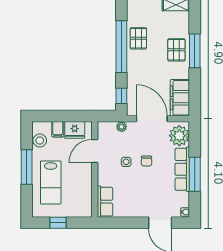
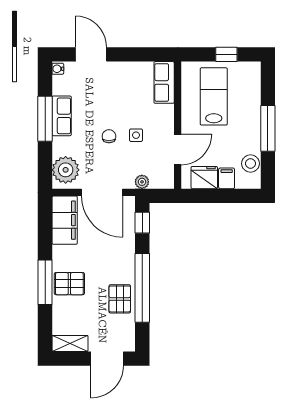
pallet: (176, 50) -> (69, 284), turned 90
row of seats: (182, 169) -> (62, 116), width x0.68
lab bench: (51, 182) -> (214, 96), moved

